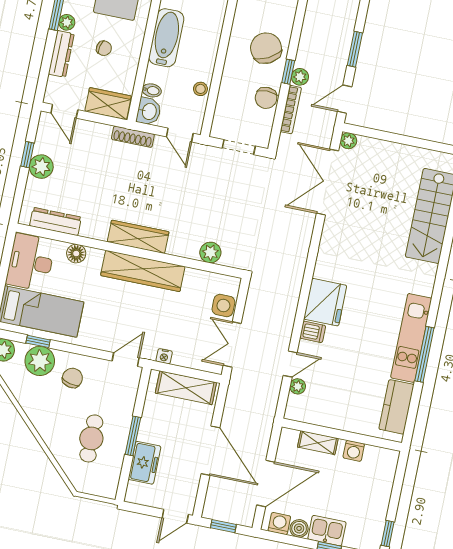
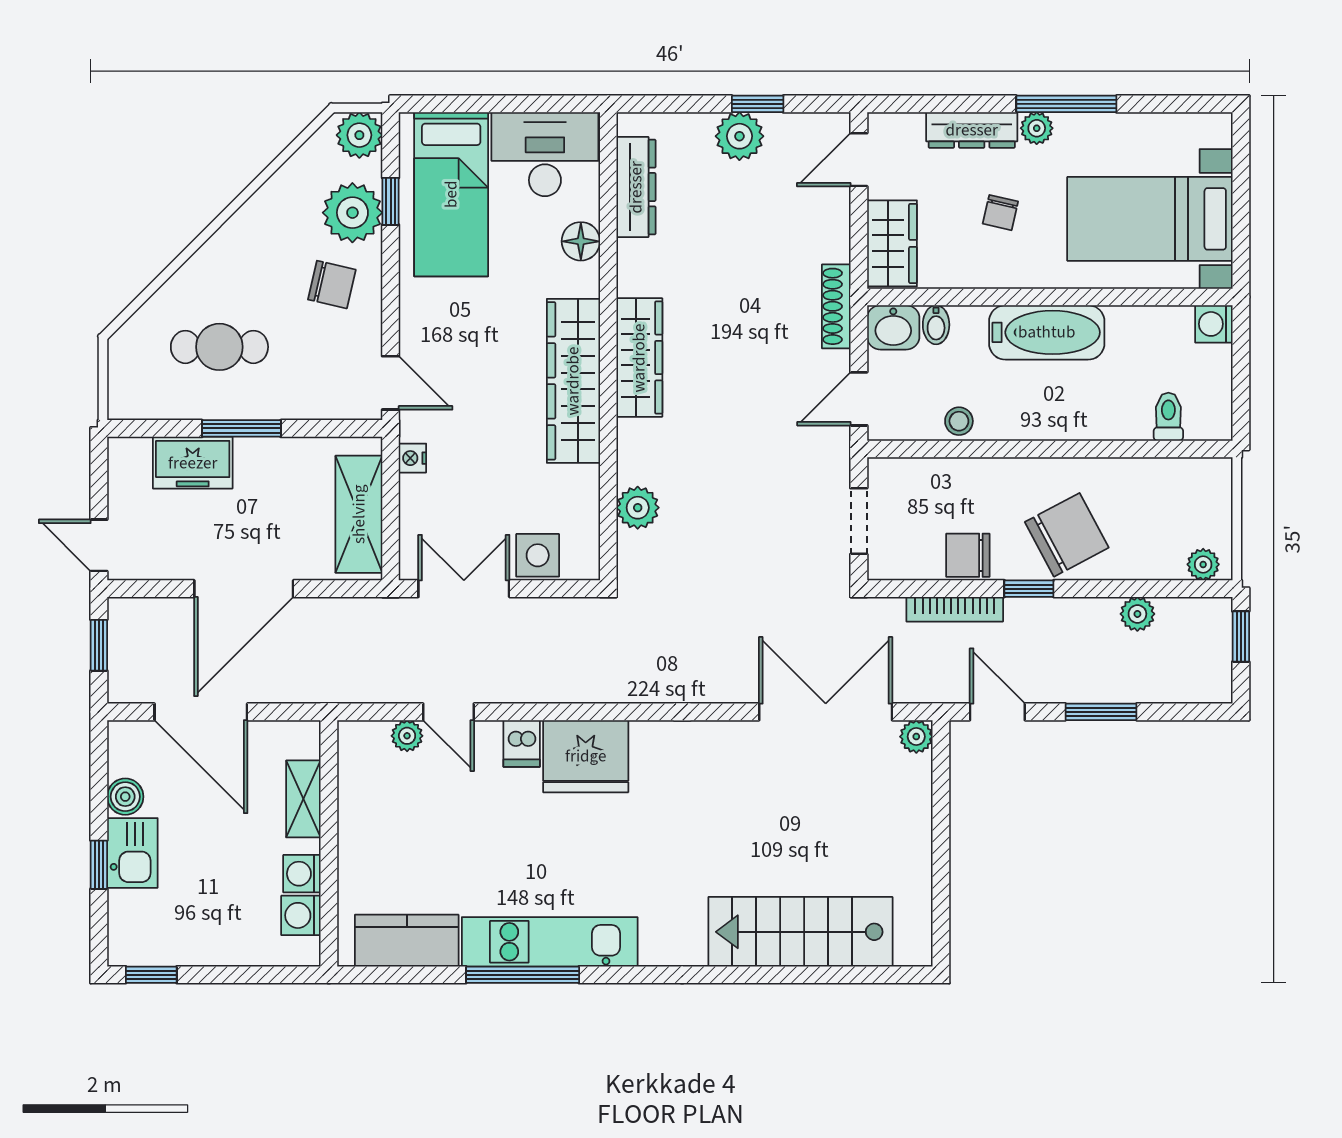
plant: (300, 77) -> (1137, 614), moved
washing machine: (279, 524) -> (301, 915), moved, turned 180

